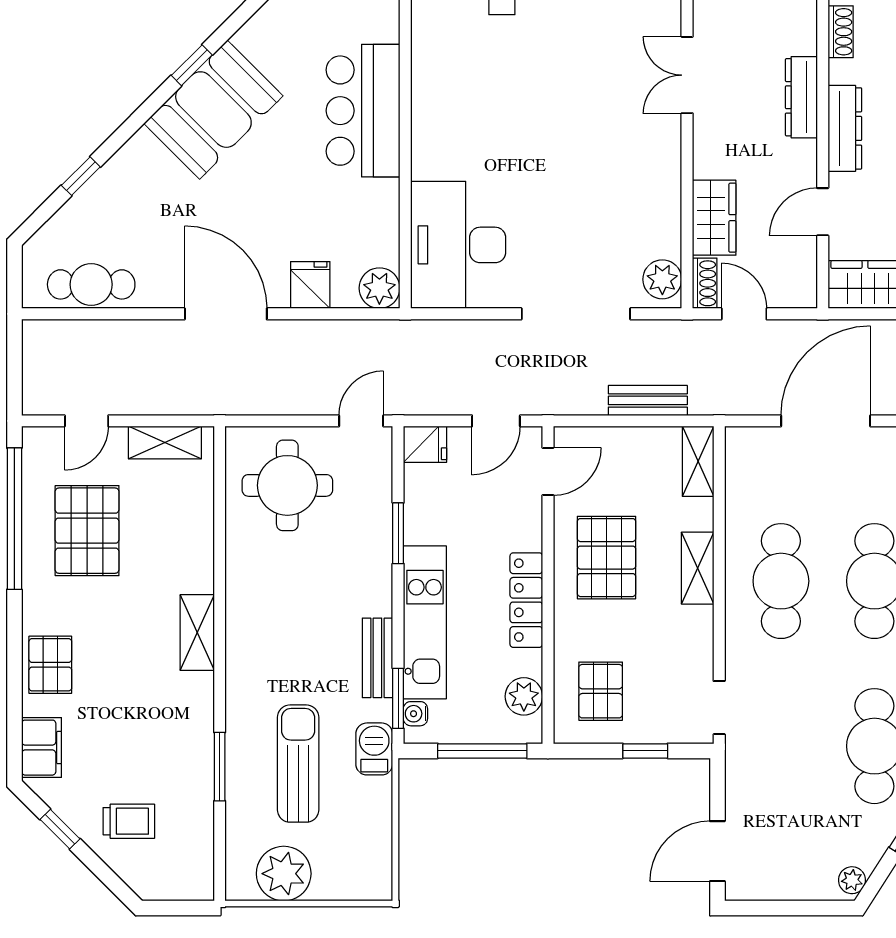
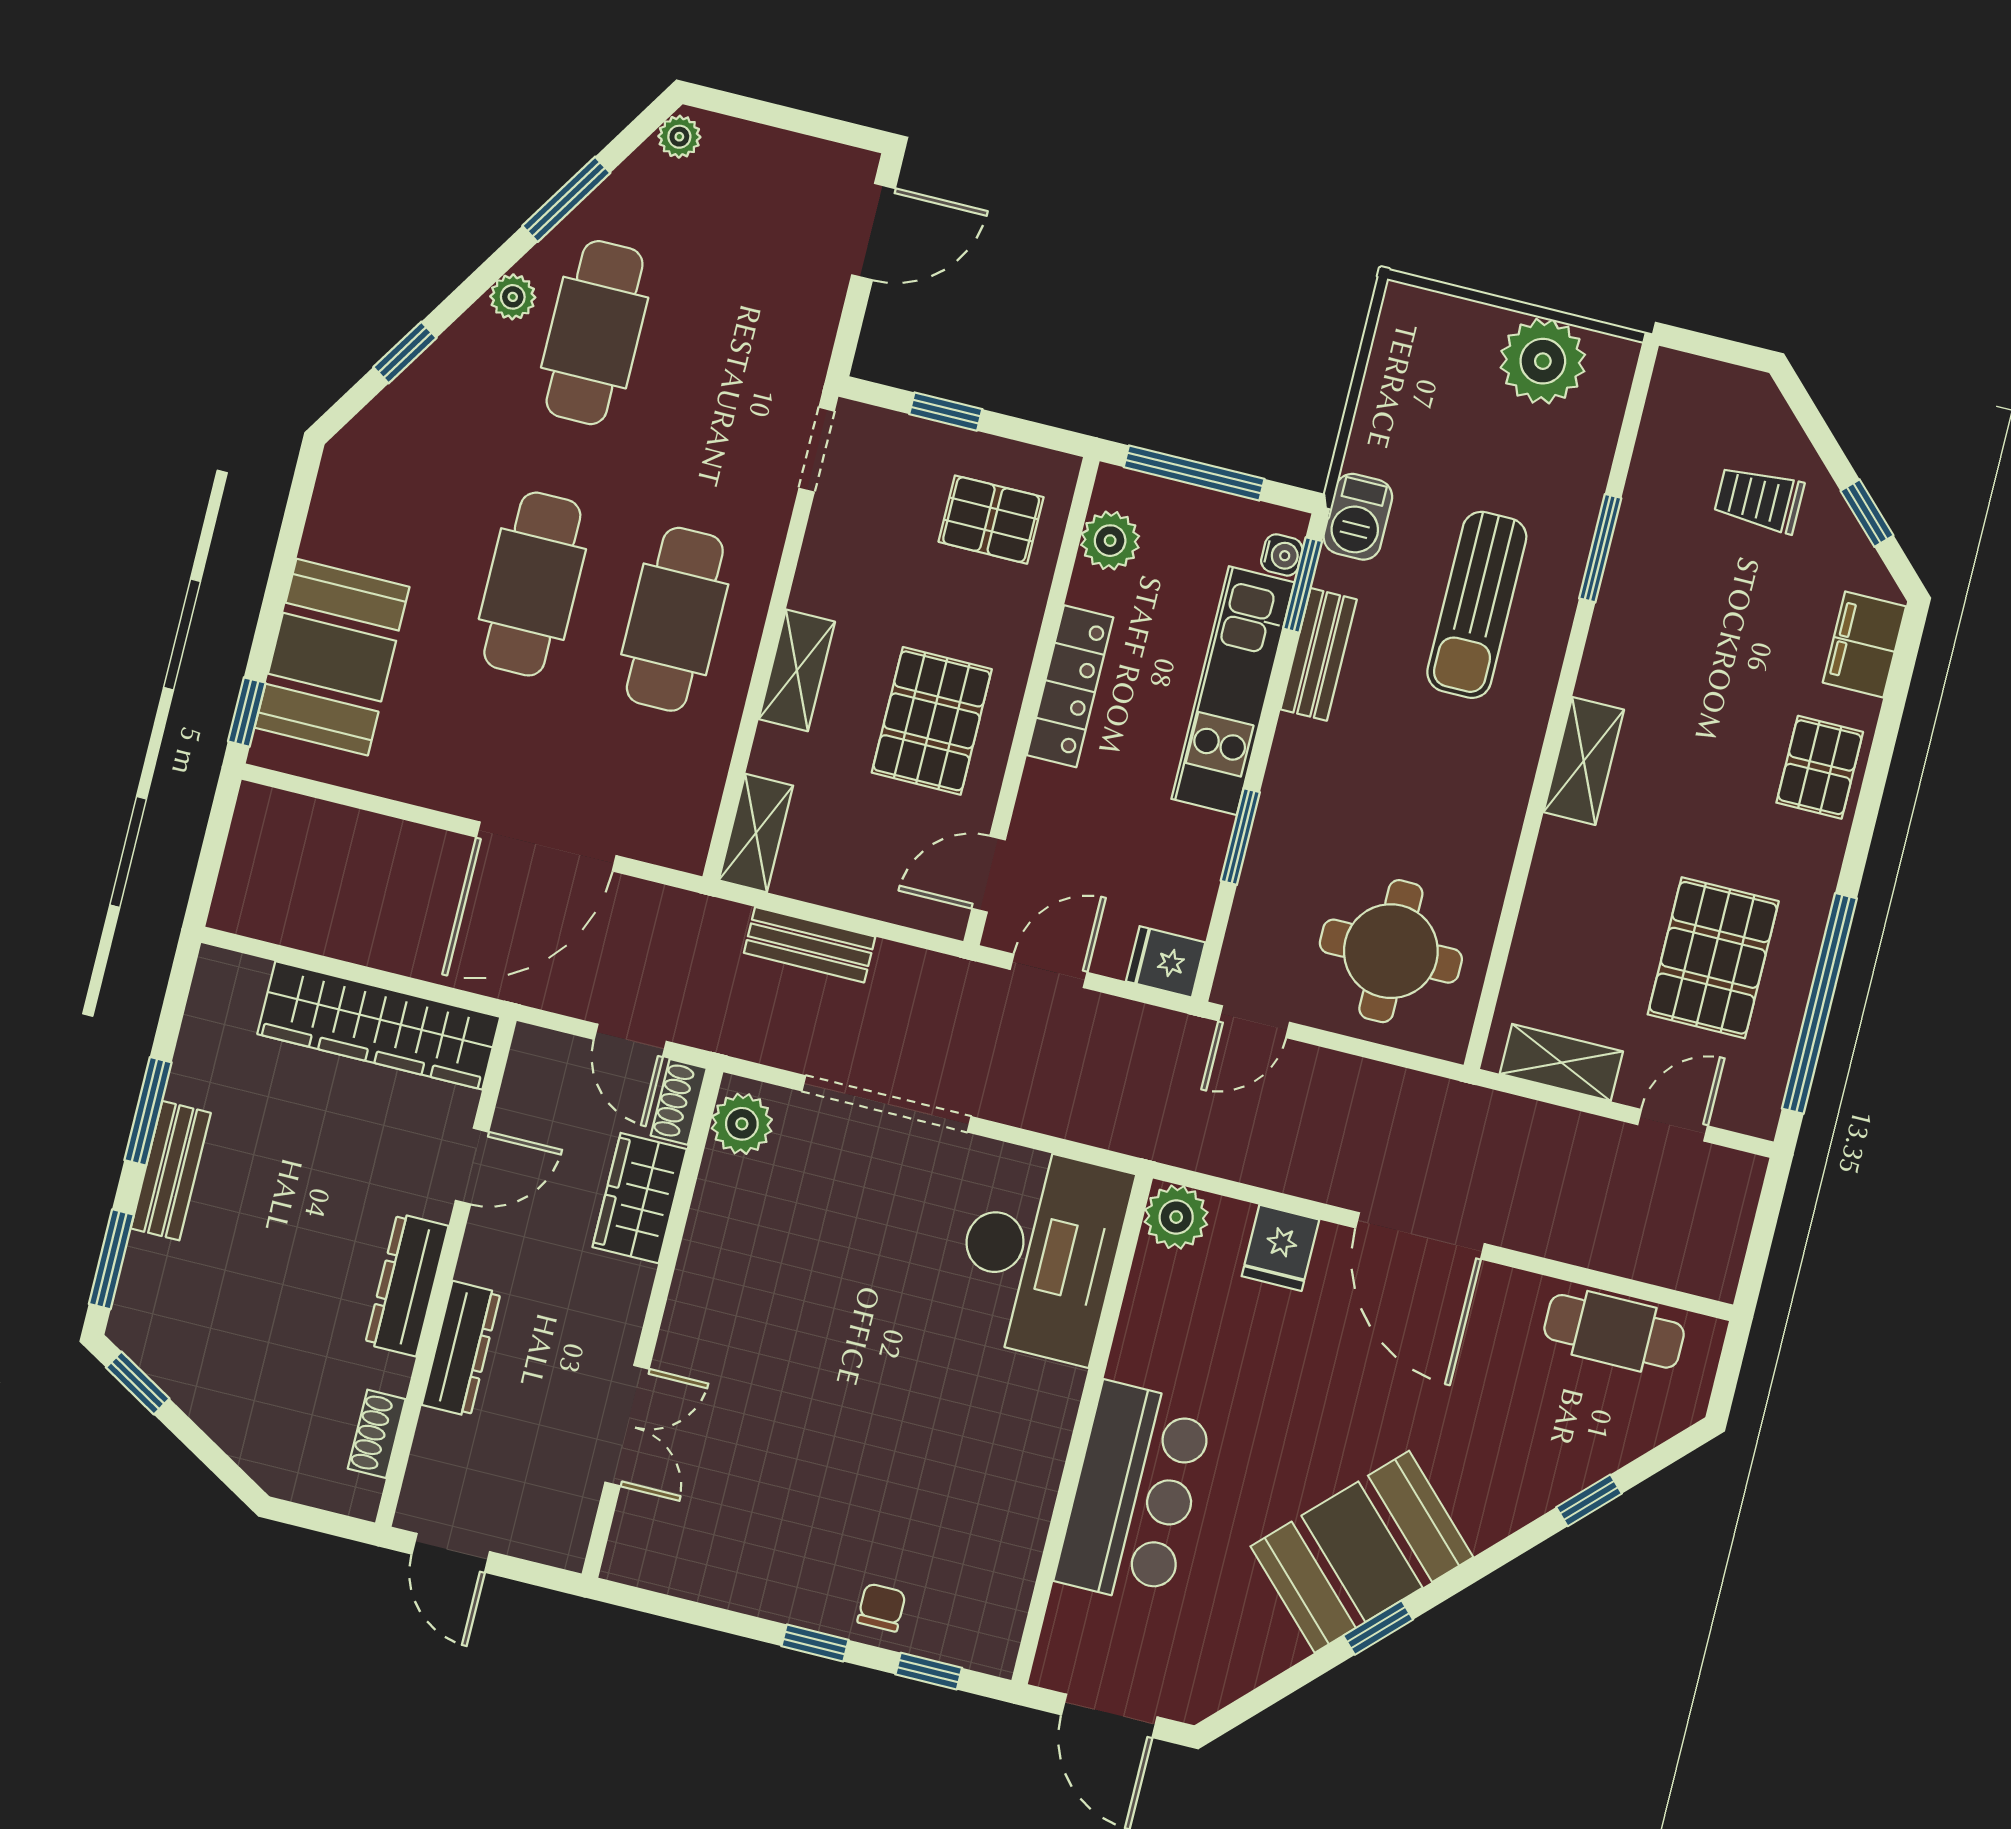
pallet: (601, 691) -> (991, 520), turned 90
sun lounger: (298, 764) -> (1477, 605), moved

